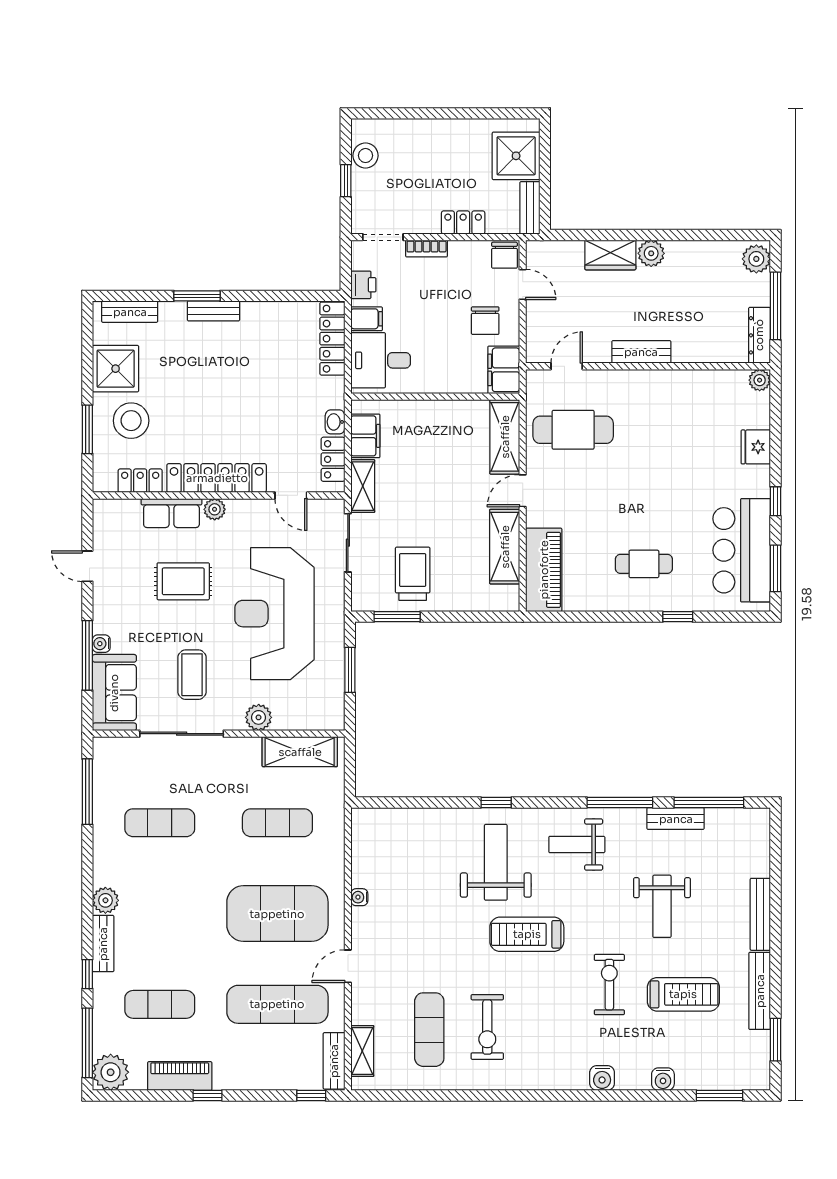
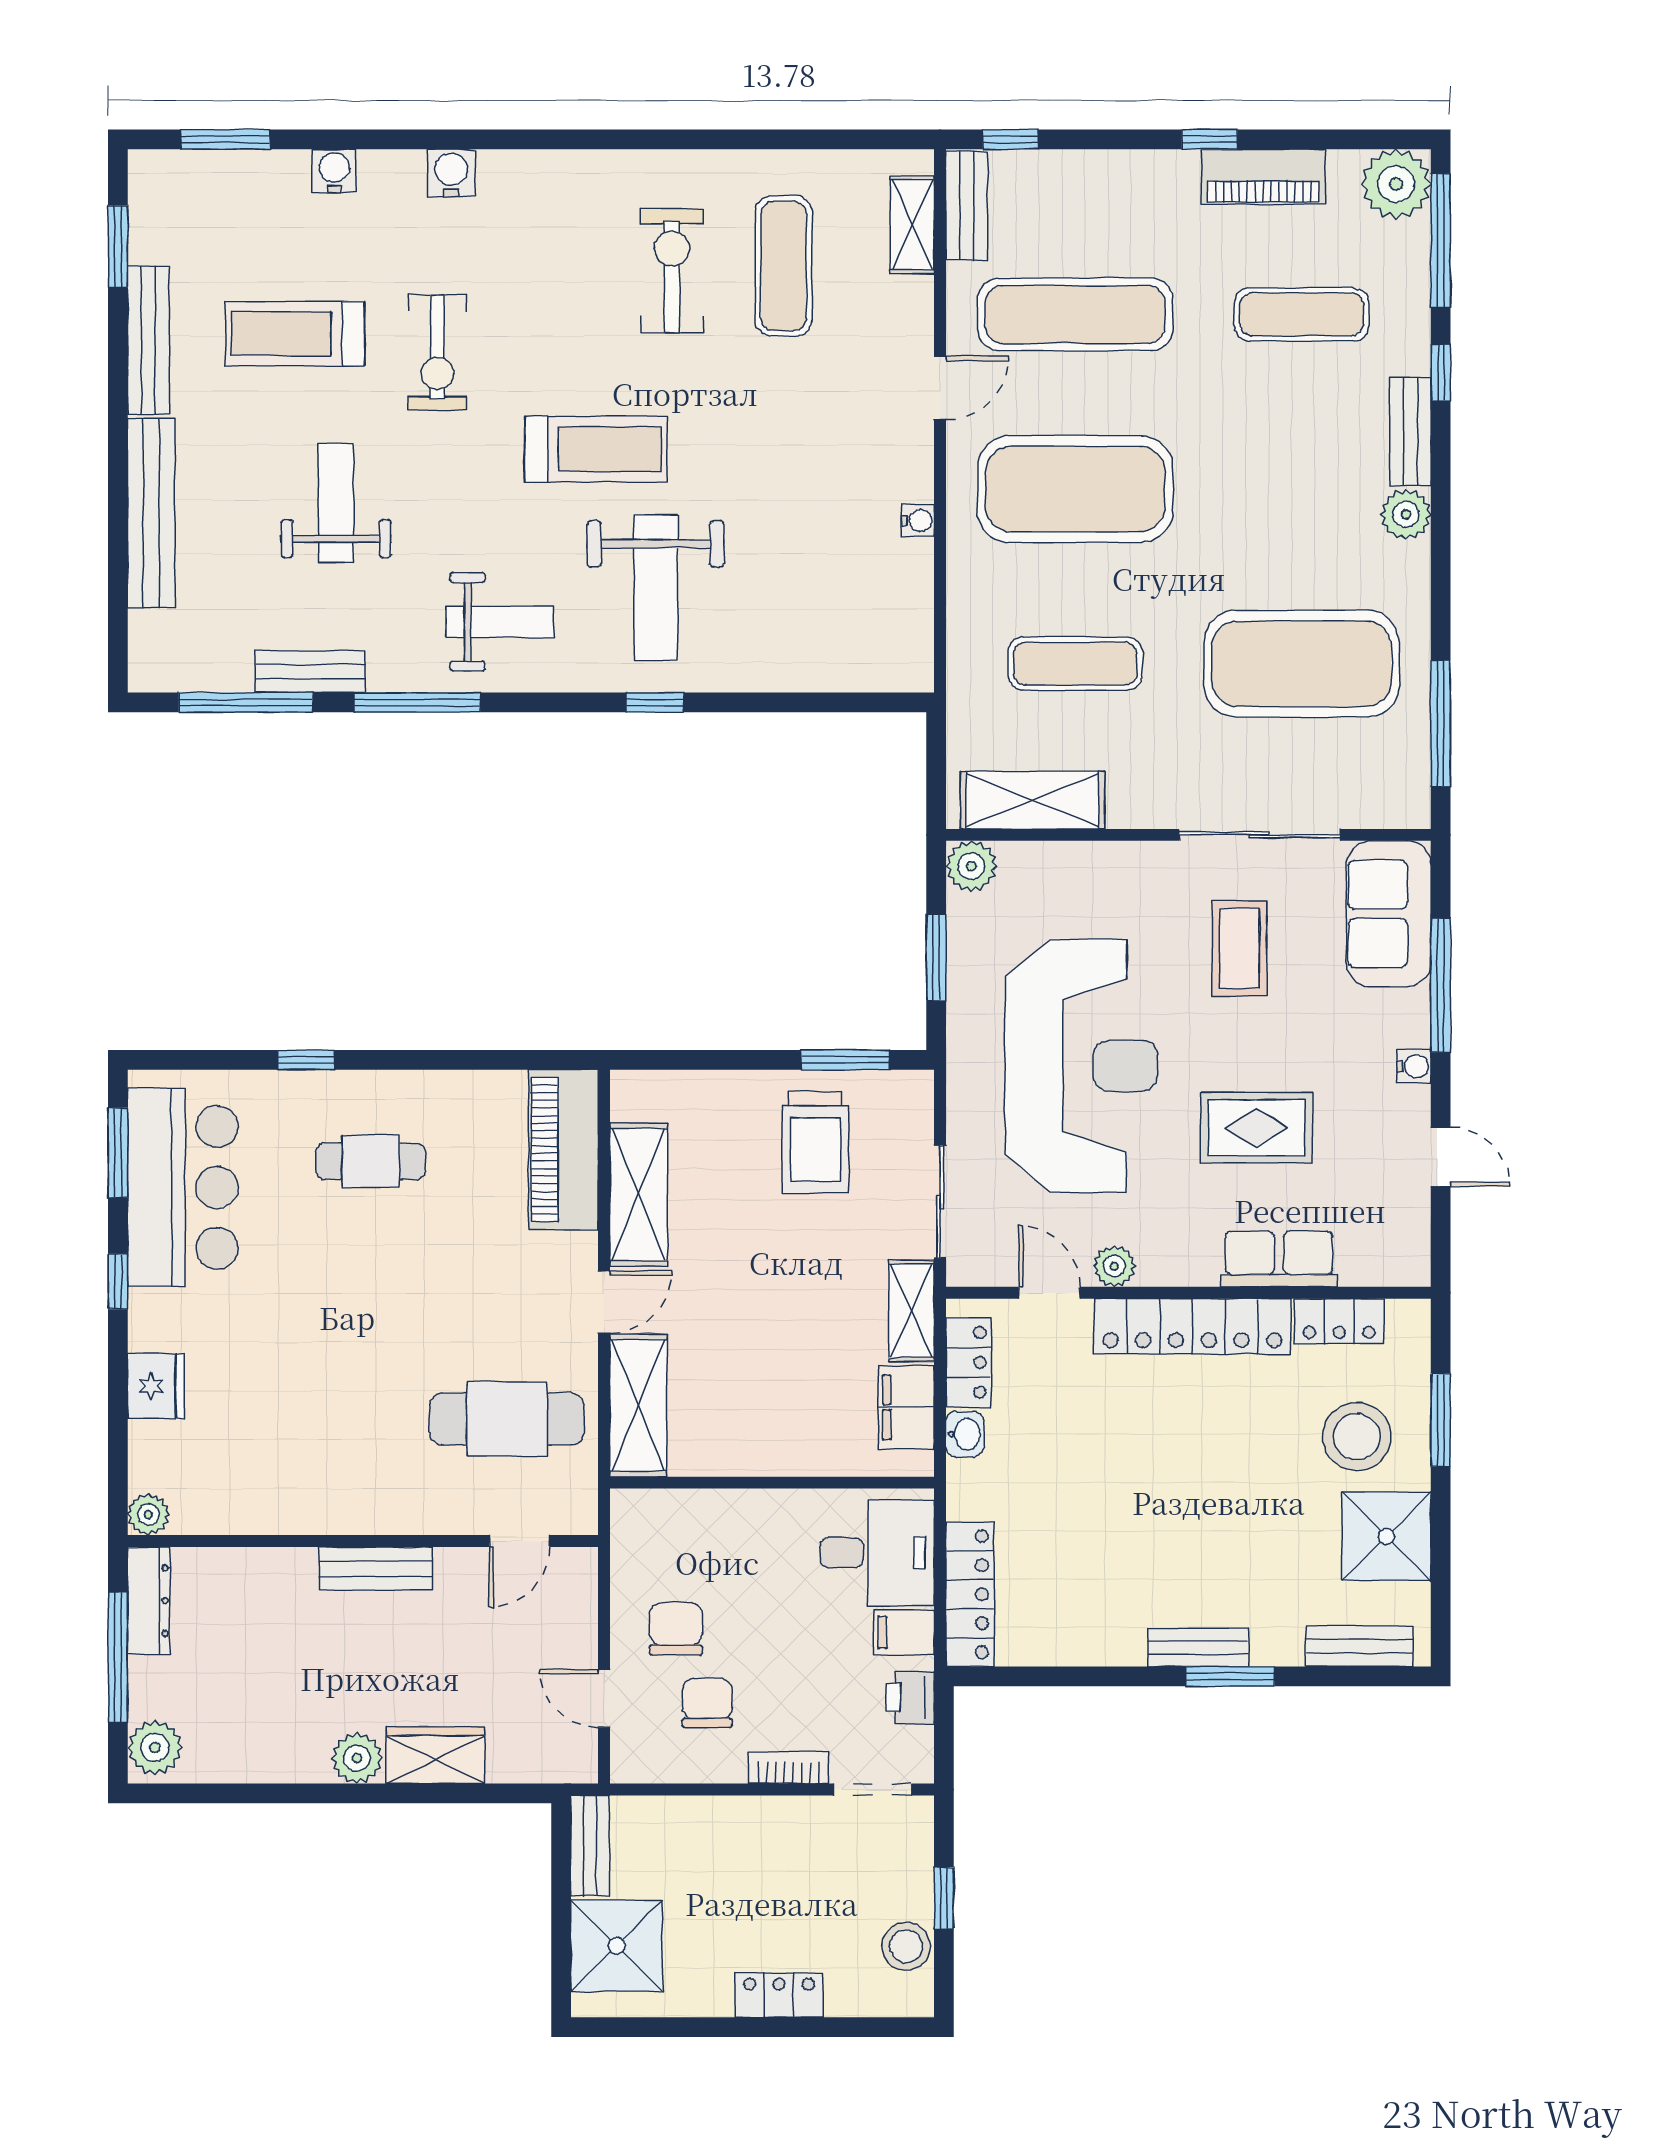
locker: (463, 222) -> (779, 1995), moved, turned 180
chair: (504, 255) -> (707, 1703), moved
filing cabinet: (504, 370) -> (640, 1534), removed
plant: (215, 509) -> (1114, 1266), moved
water cooler: (101, 644) -> (1414, 1066), moved
plant: (259, 717) -> (971, 866), moved
exercise mat: (160, 823) -> (1302, 664), width x2.00, depth x1.45
bench: (760, 914) -> (151, 513), width x1.37, depth x1.21

